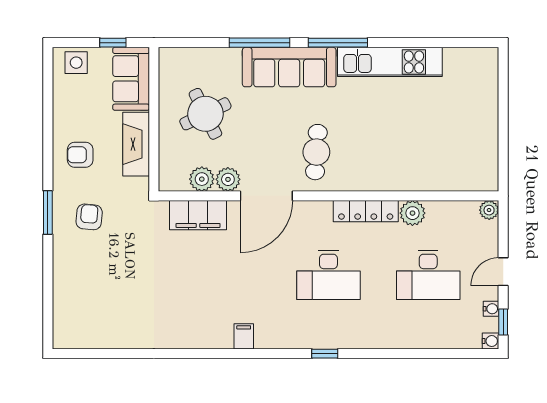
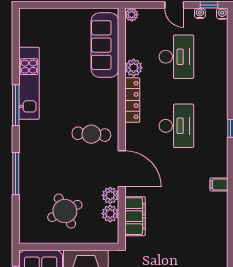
window: (338, 43) -> (16, 105), moved
sofa: (289, 67) -> (105, 45), moved, turned 180

